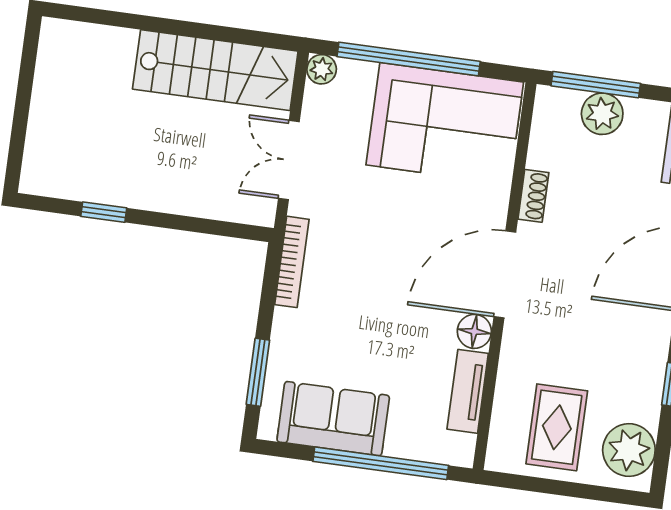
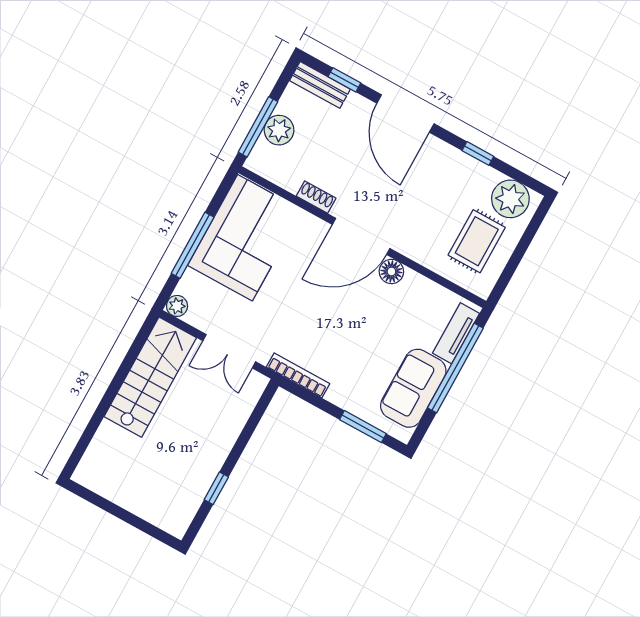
window: (409, 59) -> (193, 245), width x0.68
door: (505, 274) -> (361, 236), hinge flipped
tv unit: (468, 391) -> (456, 333), moved, turned 90
rug: (557, 427) -> (477, 241), turned 90

